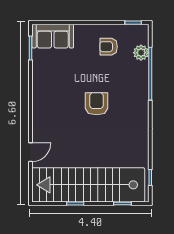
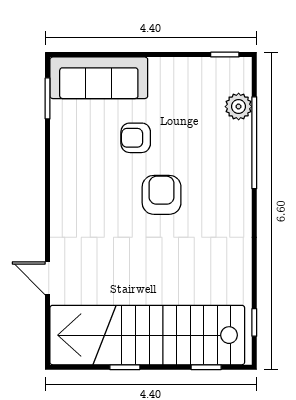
sofa: (53, 36) -> (99, 78), width x1.36
armchair: (109, 47) -> (136, 138), moved
door: (31, 152) -> (48, 278), swing flipped

